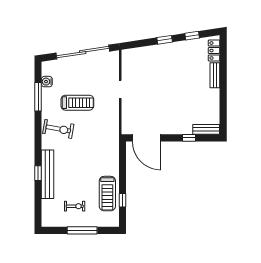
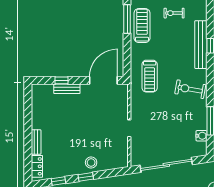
stool: (159, 54) -> (91, 163), added
treadmill: (77, 103) -> (150, 76), moved, turned -90
bench: (206, 129) -> (67, 89), moved
door: (146, 138) -> (103, 80), hinge flipped
window: (123, 200) -> (127, 19), width x2.17

